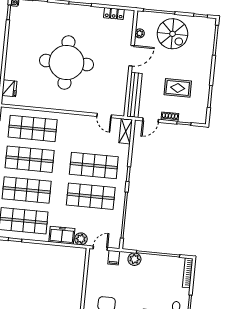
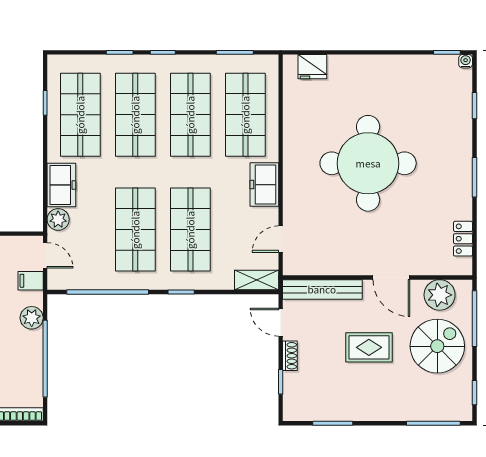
plant: (140, 33) -> (440, 295), width x1.87, depth x1.87
spiral stairs: (173, 34) -> (437, 346), turned 180
rug: (178, 88) -> (369, 347), moved, turned 90
freezer: (73, 122) -> (264, 185), added

